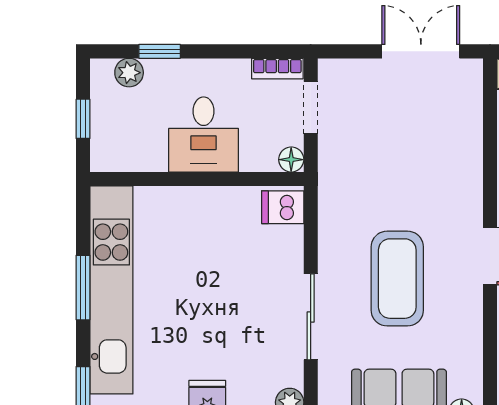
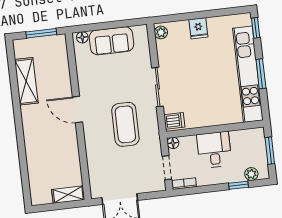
window: (83, 119) -> (270, 151), width x1.50
coffee table: (397, 279) -> (125, 124), moved
sliding door: (311, 317) -> (158, 87), moved

